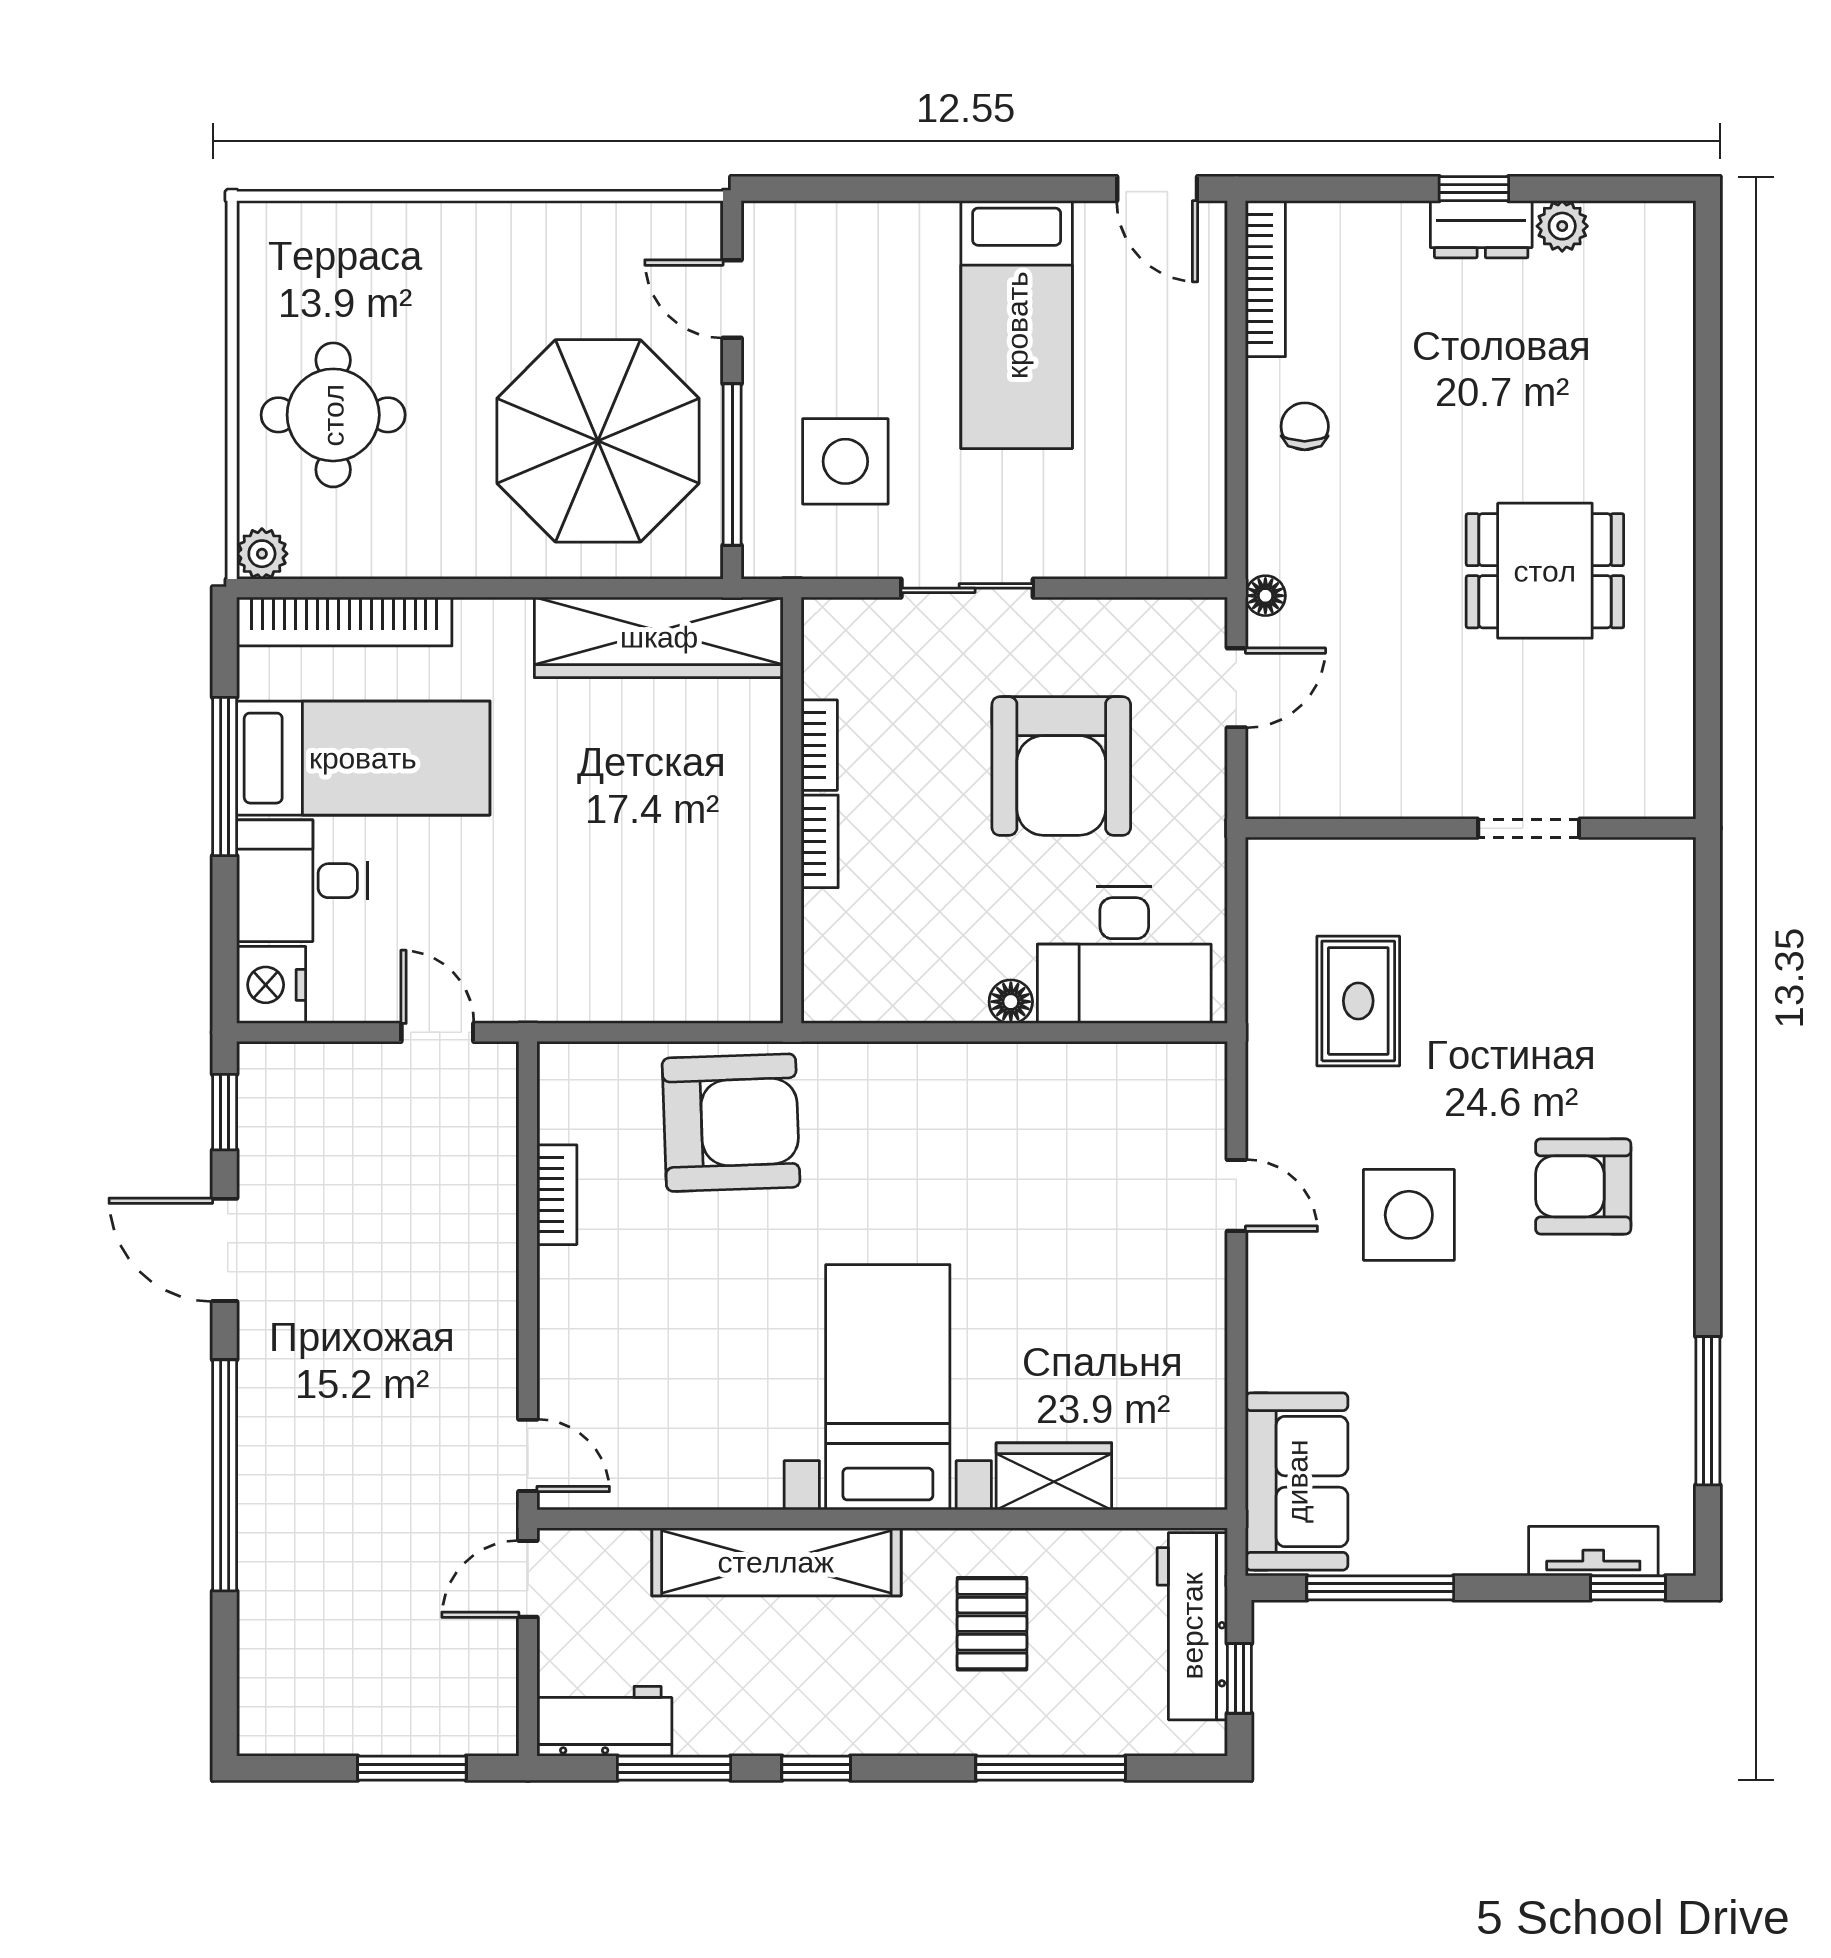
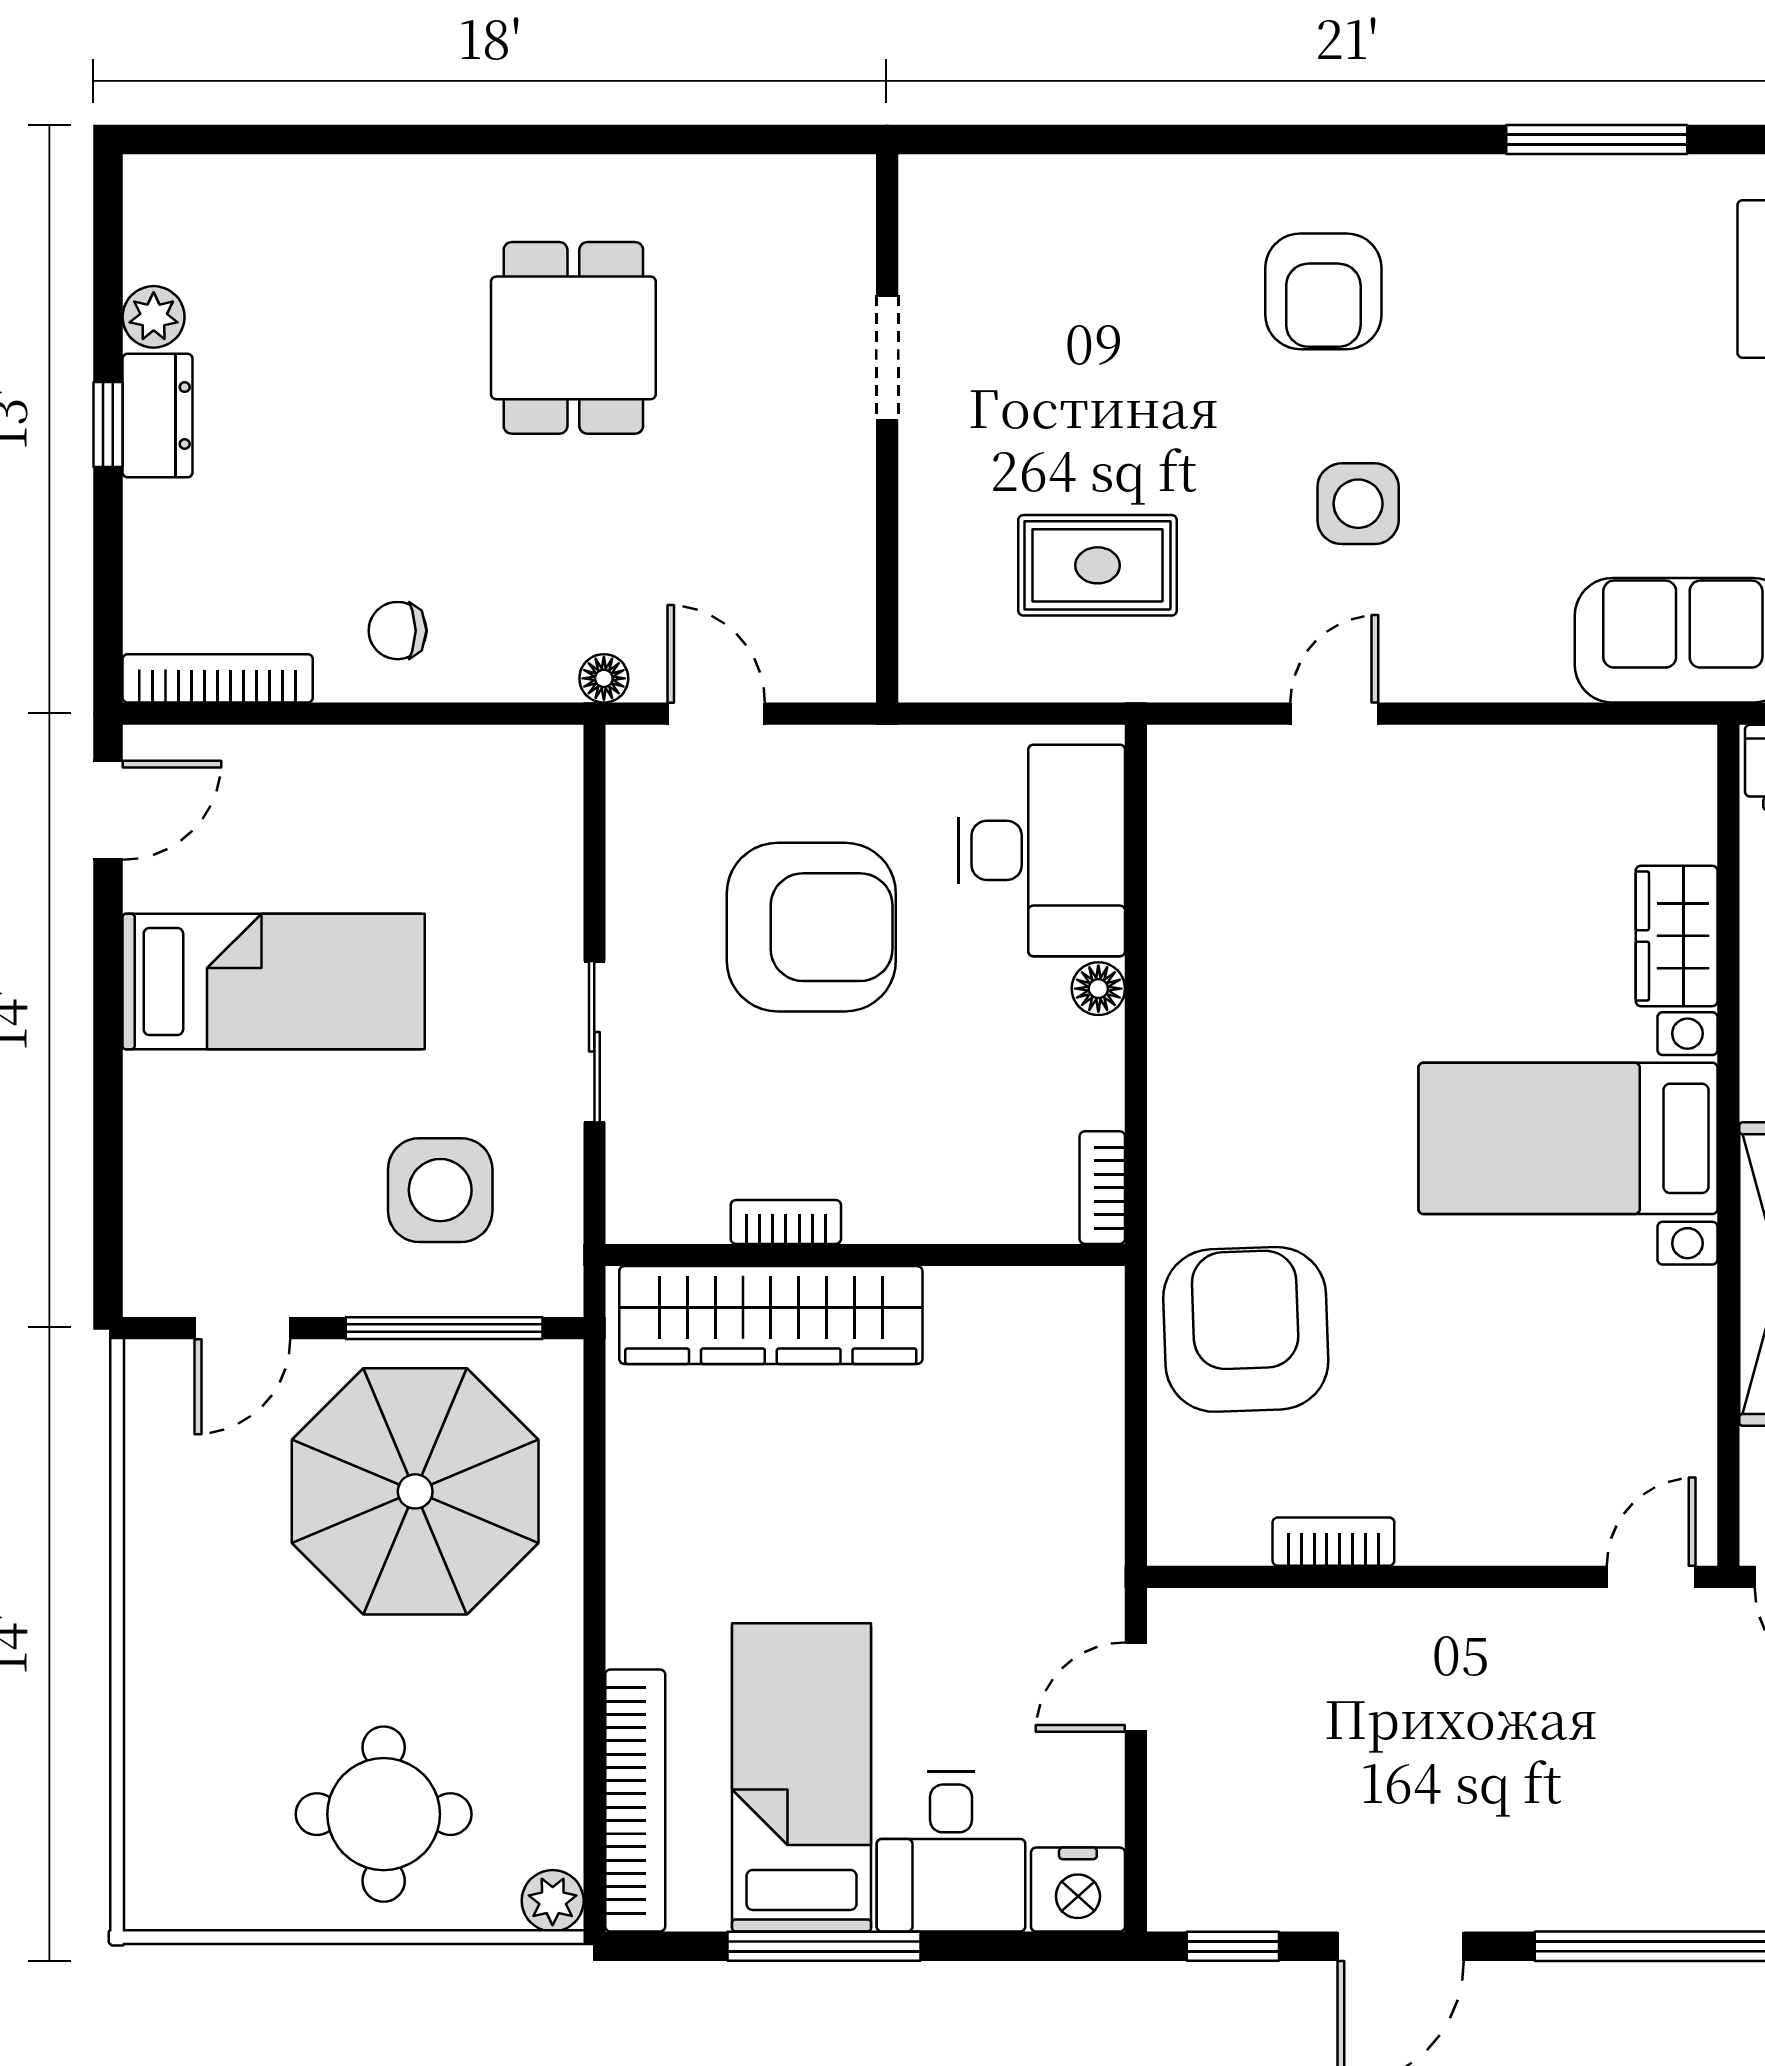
wardrobe: (659, 637) -> (771, 1315), moved, turned 90
bookcase: (820, 841) -> (1102, 1188), moved, turned -90
side table: (1409, 1215) -> (1358, 504), width x0.73, depth x0.73

